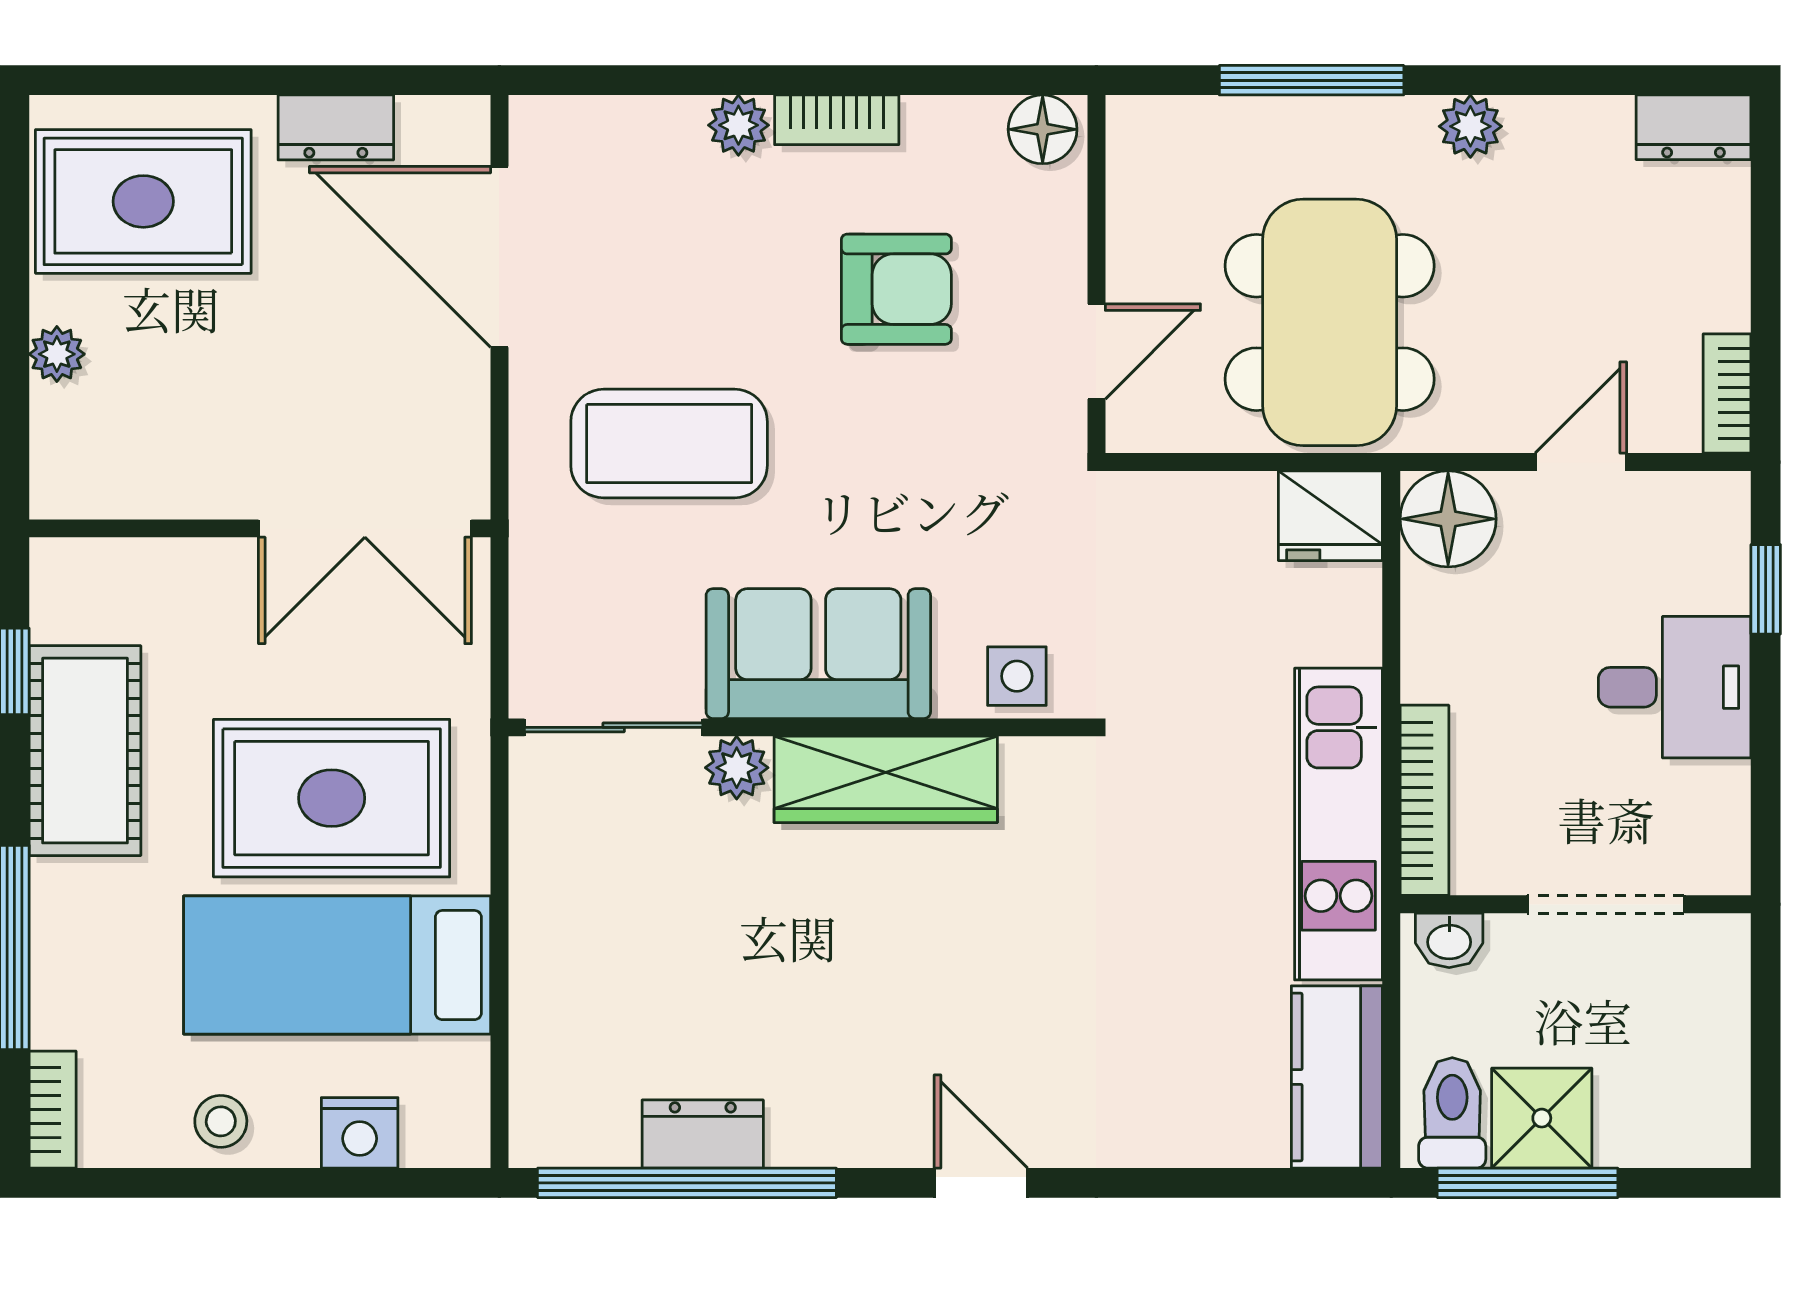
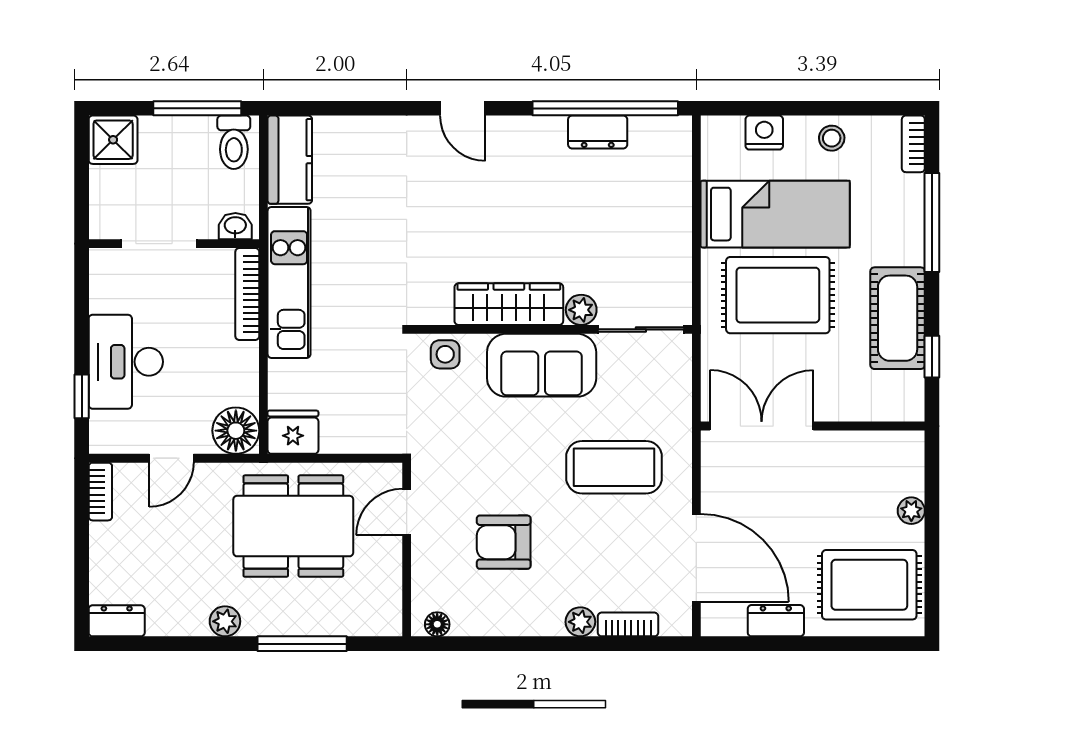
bookcase: (837, 120) -> (628, 624), moved
floor lamp: (1043, 129) -> (437, 624), width x0.73, depth x0.73
dining table: (1330, 322) -> (293, 526), turned 90
desk: (1675, 687) -> (126, 362), width x1.37
shower: (1542, 1118) -> (113, 140), moved

